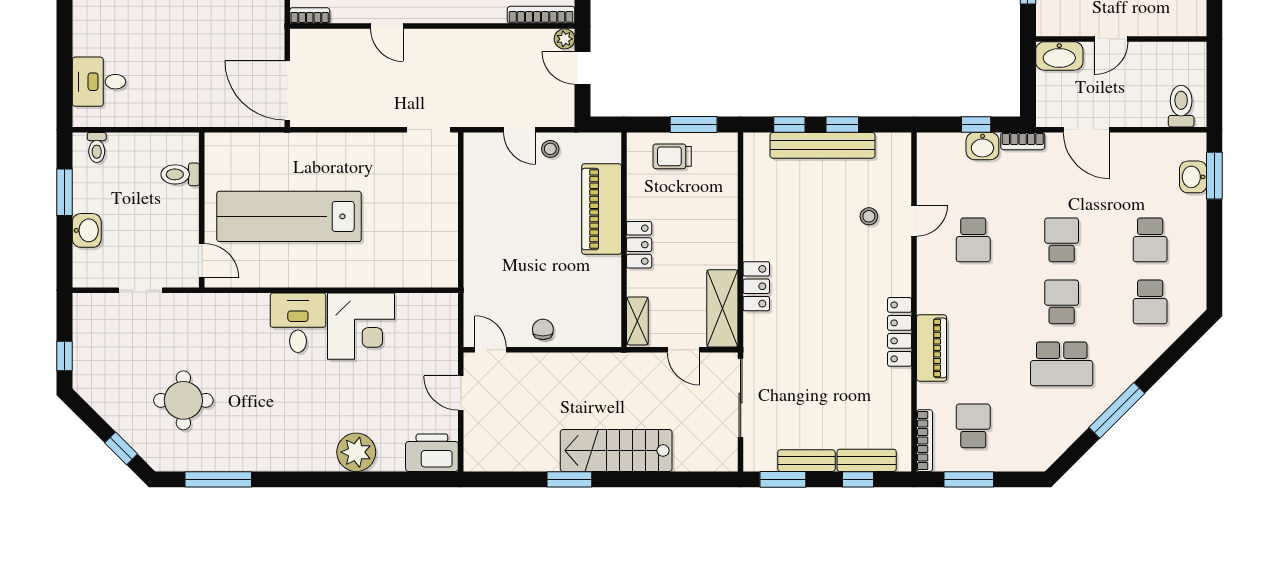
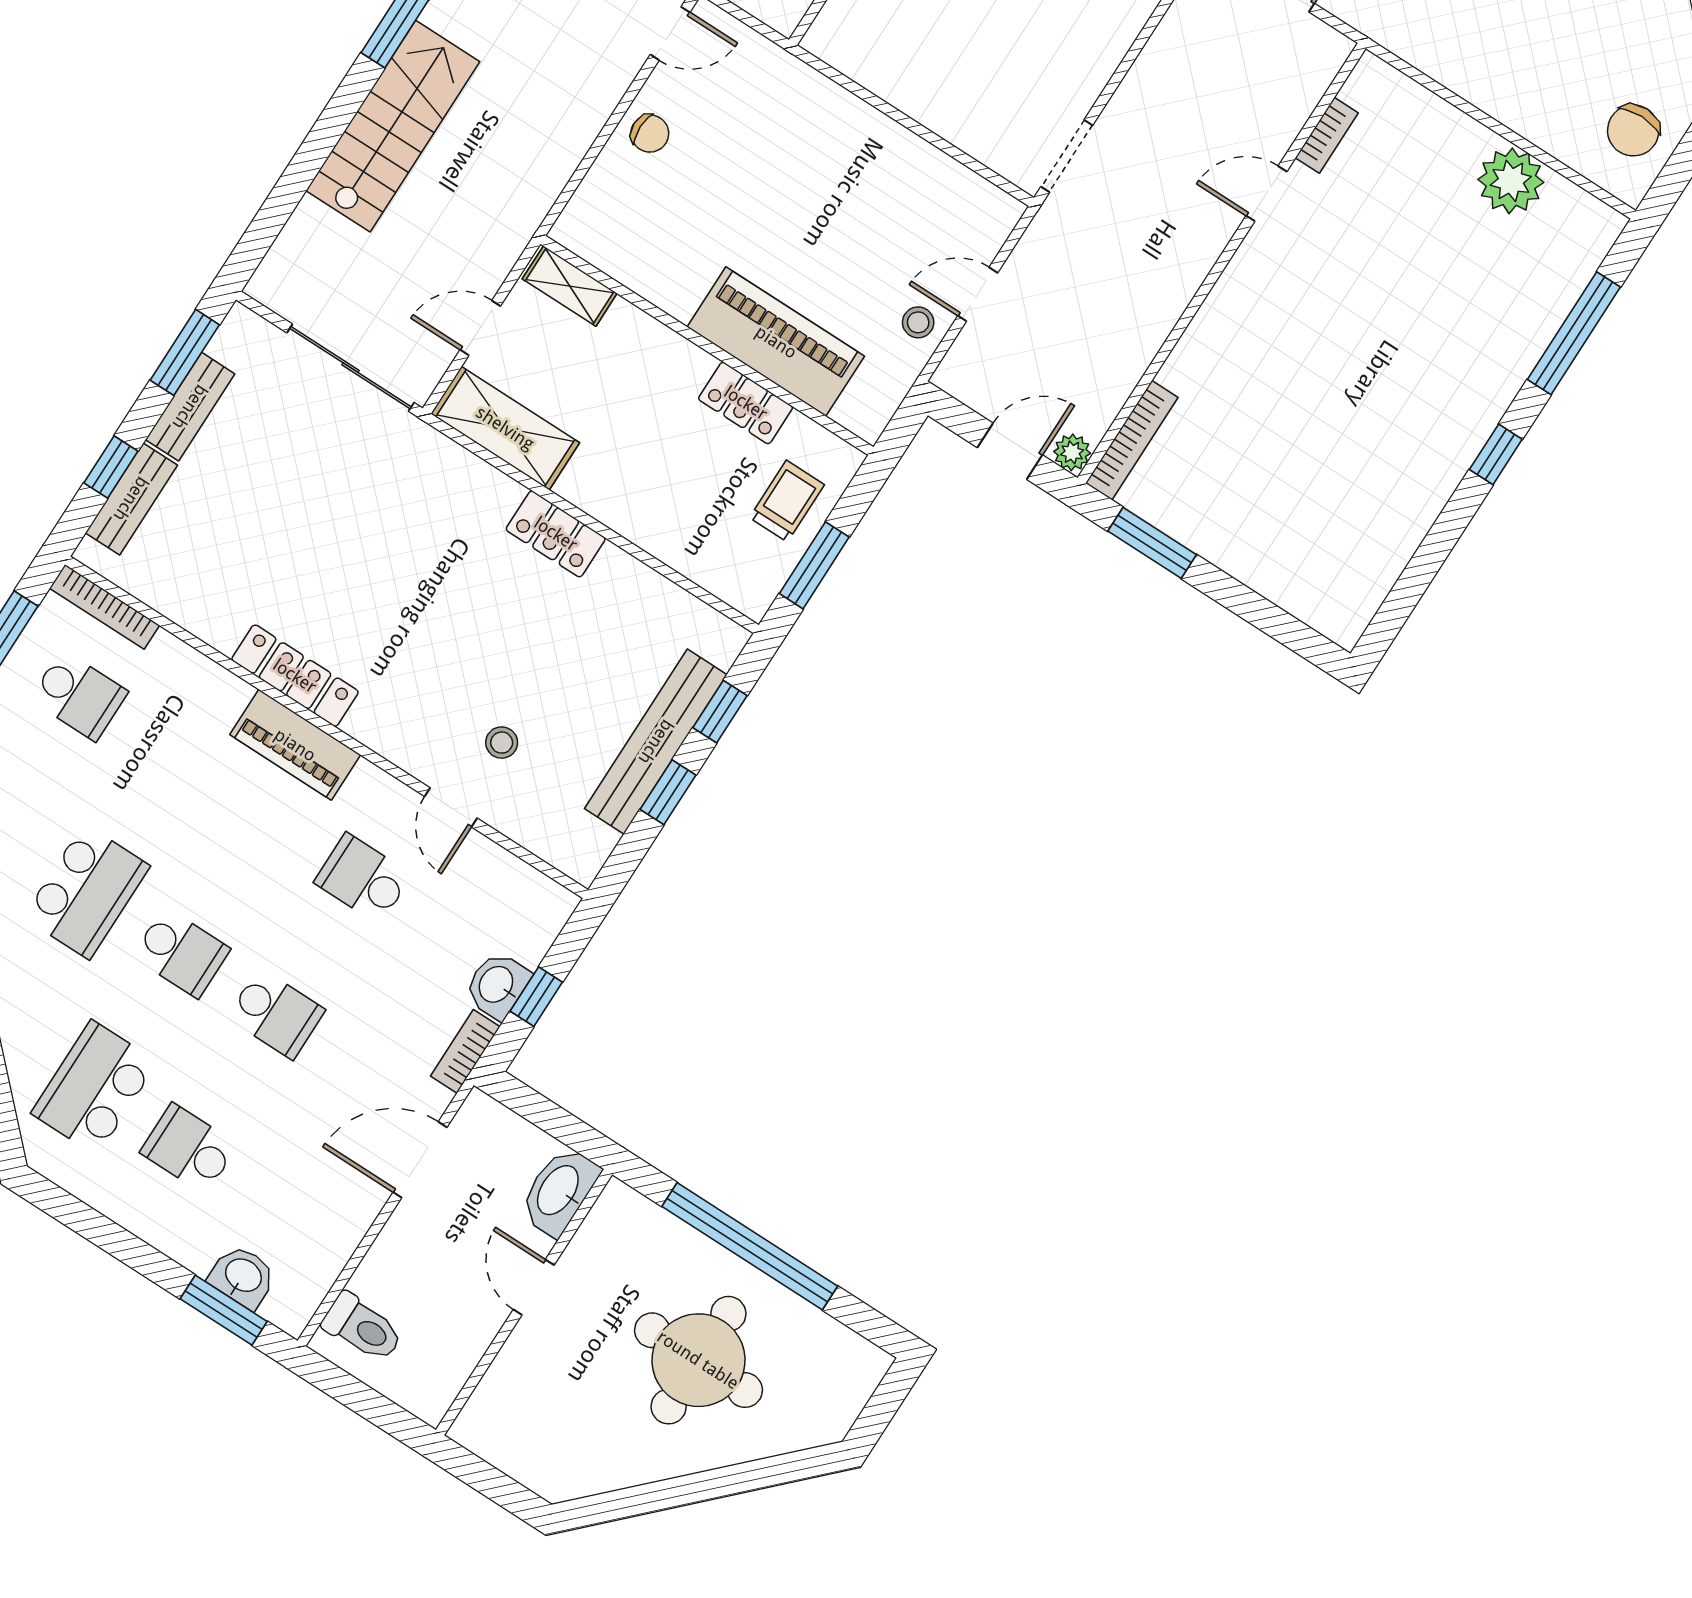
bookcase: (310, 16) -> (1327, 135), moved
locker: (639, 245) -> (746, 403), moved
locker: (756, 286) -> (556, 534), moved
school desk: (1150, 302) -> (94, 1088), width x1.85
piano: (932, 348) -> (295, 745), moved
school desk: (1062, 364) -> (87, 892), turned 180

